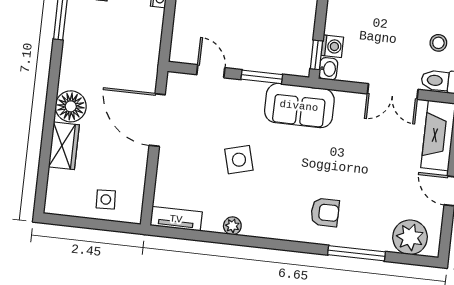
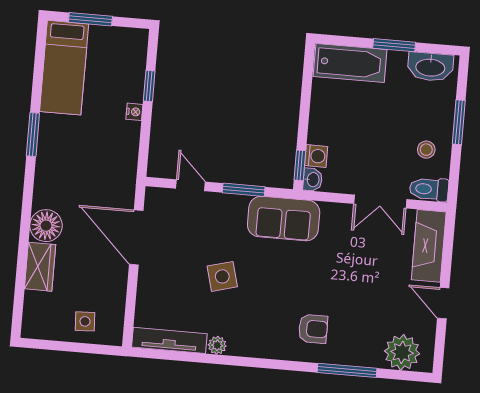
tv unit: (176, 219) -> (169, 340), width x1.41

